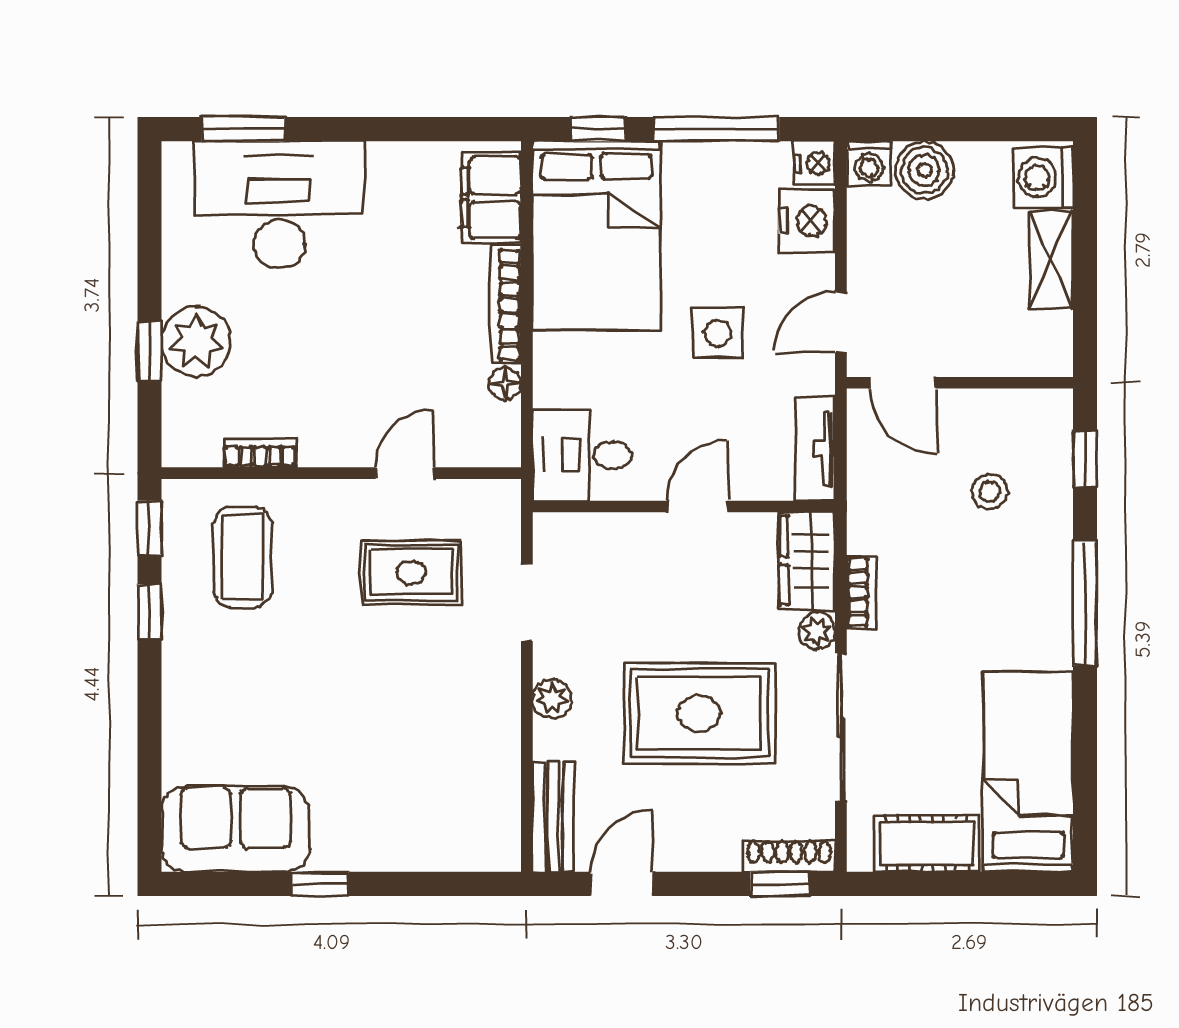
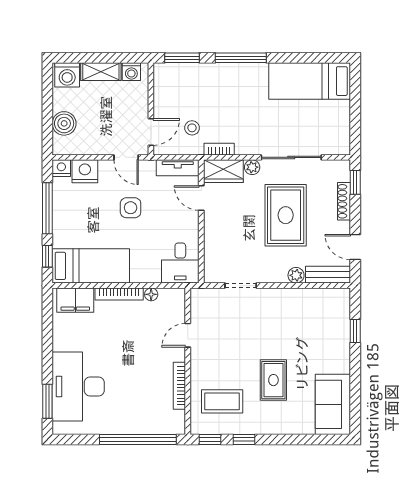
washing machine: (869, 163) -> (131, 72), moved, turned 90
bed: (596, 235) -> (91, 266), width x0.67
plant: (196, 341) -> (134, 421), removed
window: (149, 351) -> (138, 439), width x3.17
bookcase: (260, 453) -> (179, 386), width x1.56
window: (1085, 459) -> (182, 58), width x1.50
door: (405, 473) -> (188, 335), hinge flipped
stool: (990, 492) -> (192, 128), moved
door: (697, 506) -> (201, 198), moved
rug: (411, 572) -> (273, 380), moved
bookcase: (861, 593) -> (219, 149), moved
plant: (552, 699) -> (296, 275), moved
cot: (927, 843) -> (339, 122), removed
shoe rack: (789, 856) -> (344, 201), moved
window: (320, 884) -> (355, 331), moved

